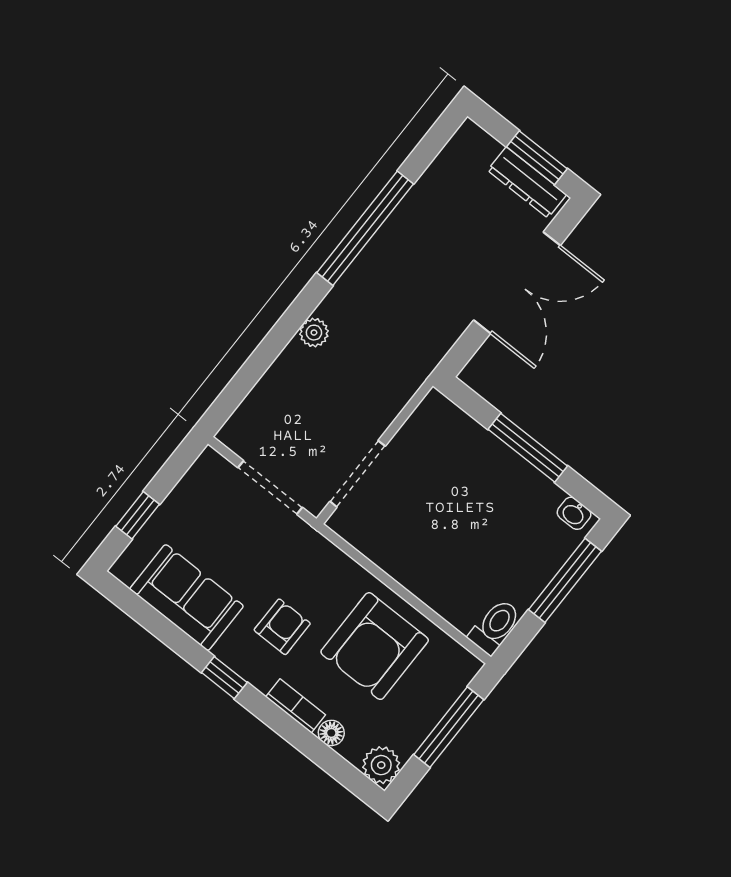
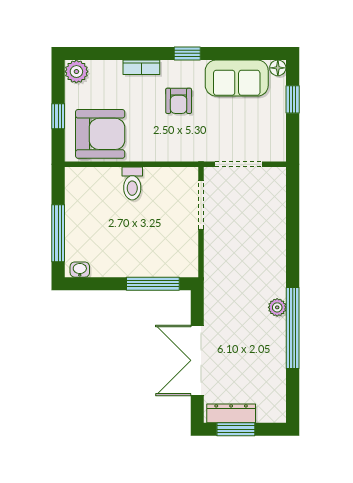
plant: (314, 333) -> (277, 307), moved
window: (528, 448) -> (153, 284), moved
toilet: (495, 626) -> (132, 183), moved
armchair: (375, 646) -> (100, 134), moved, turned 90
window: (449, 727) -> (58, 116), width x0.46
floor lamp: (331, 733) -> (278, 68), moved

